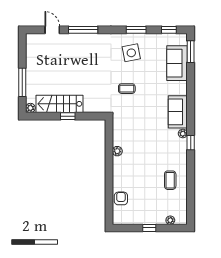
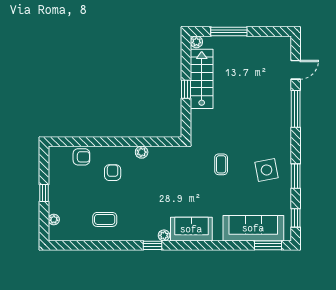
sofa: (177, 63) -> (253, 228), width x1.36
armchair: (133, 174) -> (113, 173), added

